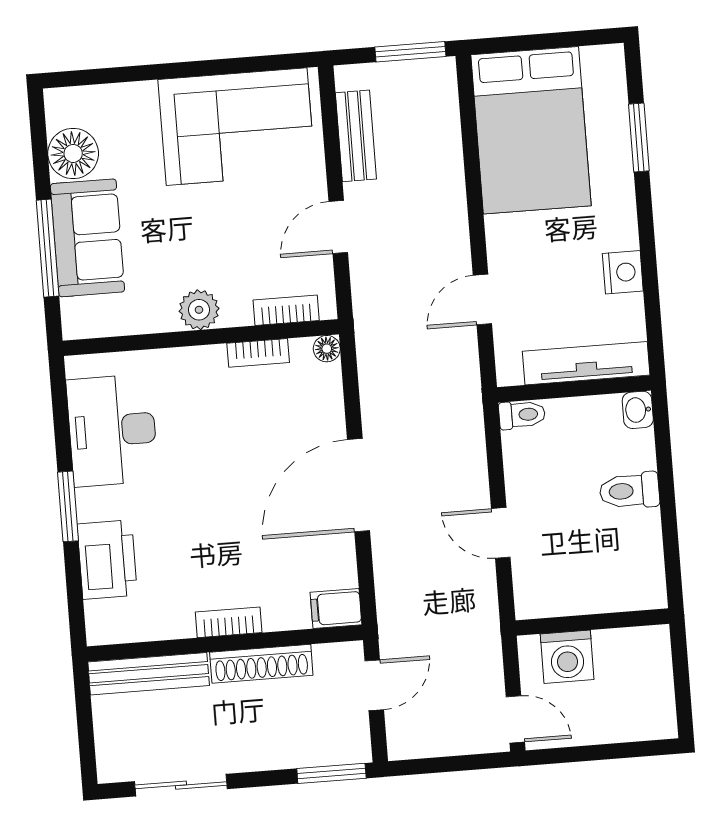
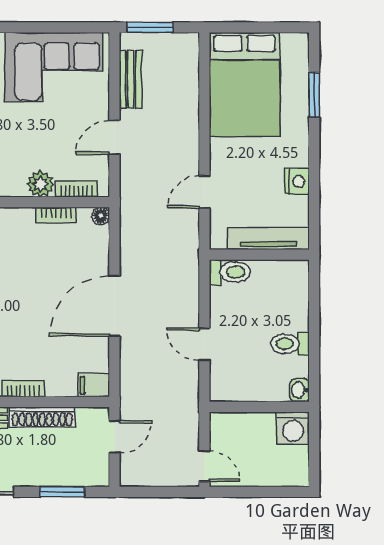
window: (410, 52) -> (150, 27), moved
plant: (199, 310) -> (40, 184), moved
washbasin: (638, 410) -> (300, 390), moved
toilet: (522, 415) -> (230, 272), width x1.37, depth x1.39
toilet: (629, 491) -> (290, 344), moved
washing machine: (567, 657) -> (293, 428), moved
window: (331, 773) -> (62, 492), moved

